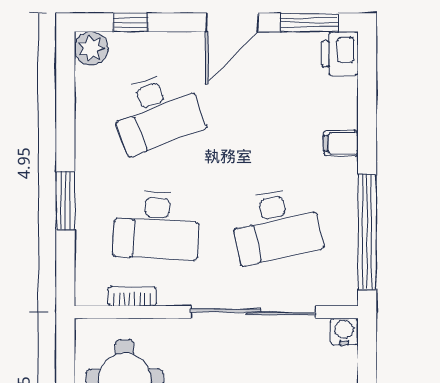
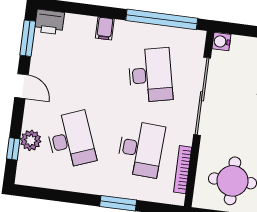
door: (232, 22) -> (21, 86), width x0.73
plant: (91, 48) -> (31, 140), moved
bookcase: (132, 296) -> (183, 170), width x1.56

